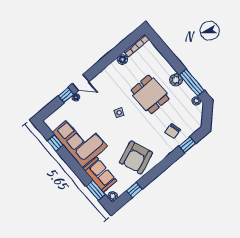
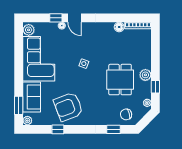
window: (192, 83) -> (155, 87), width x0.46
dining table: (150, 94) -> (120, 80), moved
plant: (52, 123) -> (29, 30), added
chair: (173, 131) -> (126, 114), moved
window: (55, 143) -> (19, 46), removed
window: (134, 190) -> (58, 129), moved

